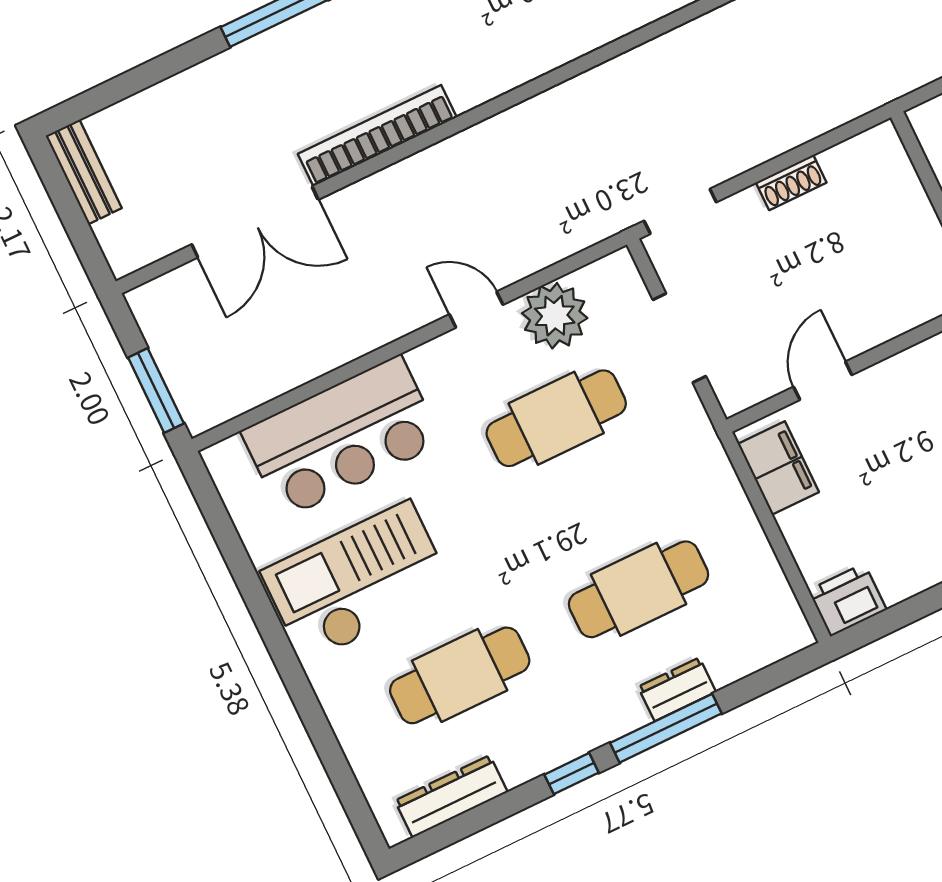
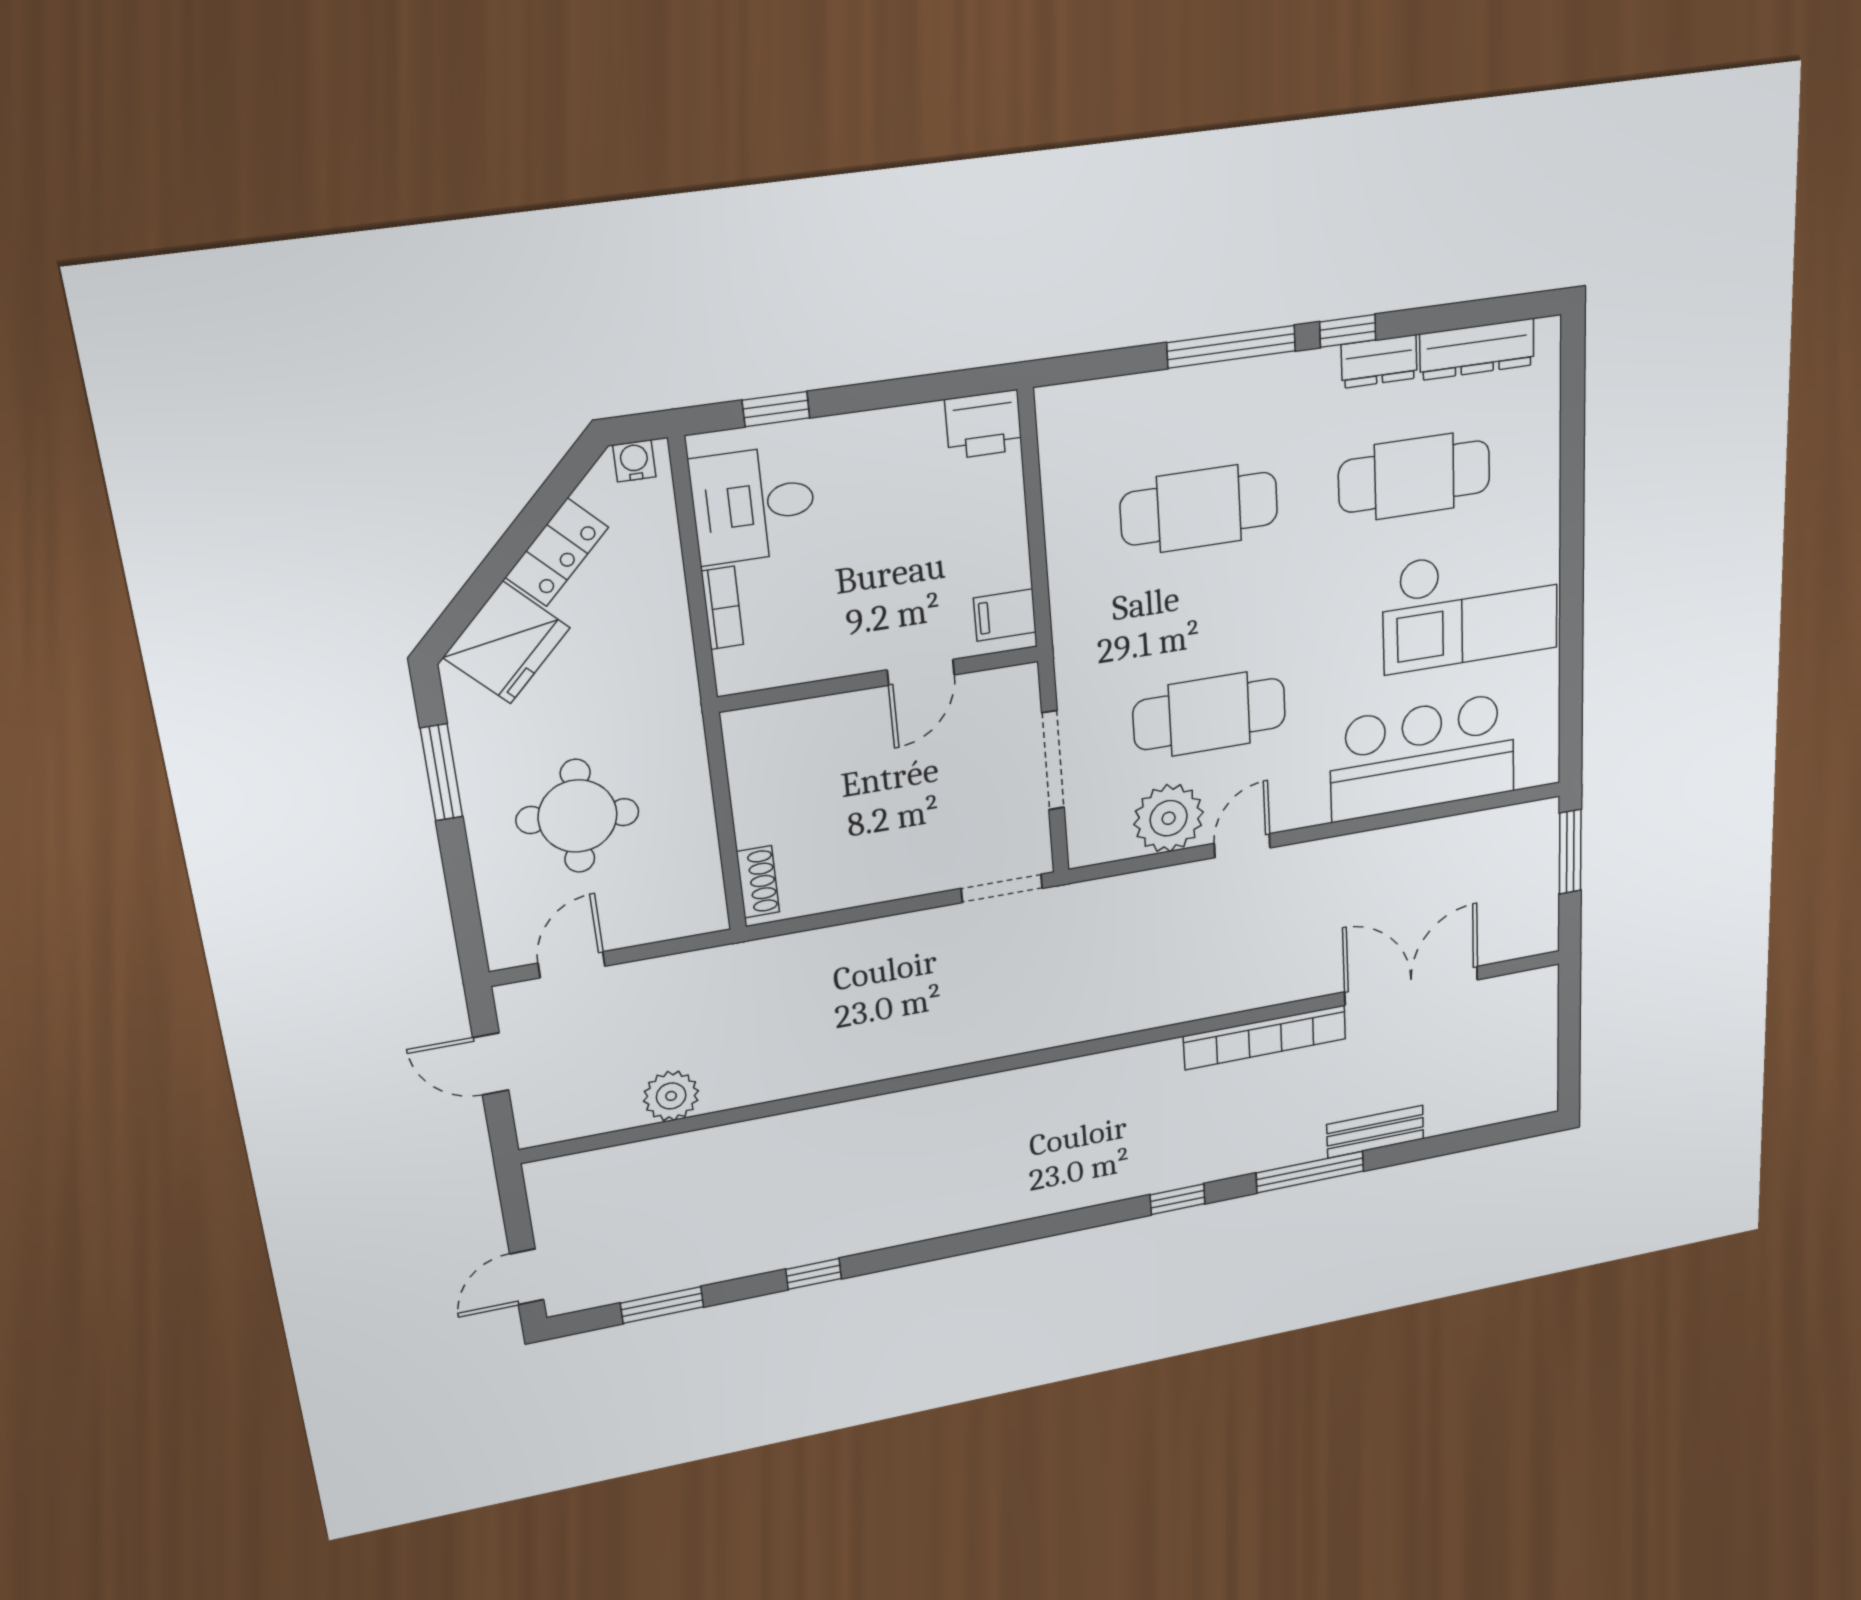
bench: (84, 172) -> (1375, 1132), moved, turned 90
shoe rack: (791, 182) -> (758, 882), moved, turned 90
door: (476, 310) -> (1242, 846), swing flipped
filing cabinet: (778, 468) -> (1005, 615), width x0.50
dresser: (677, 689) -> (1379, 361), moved

